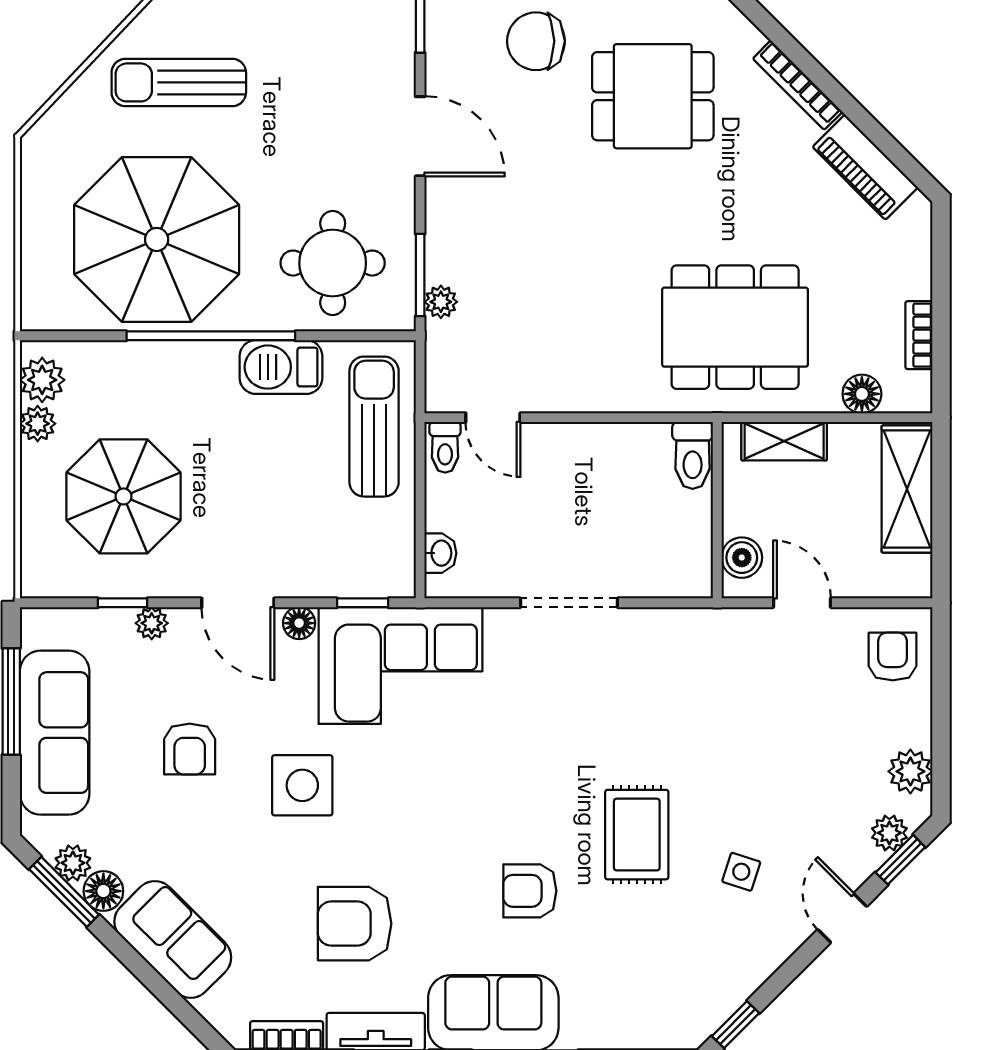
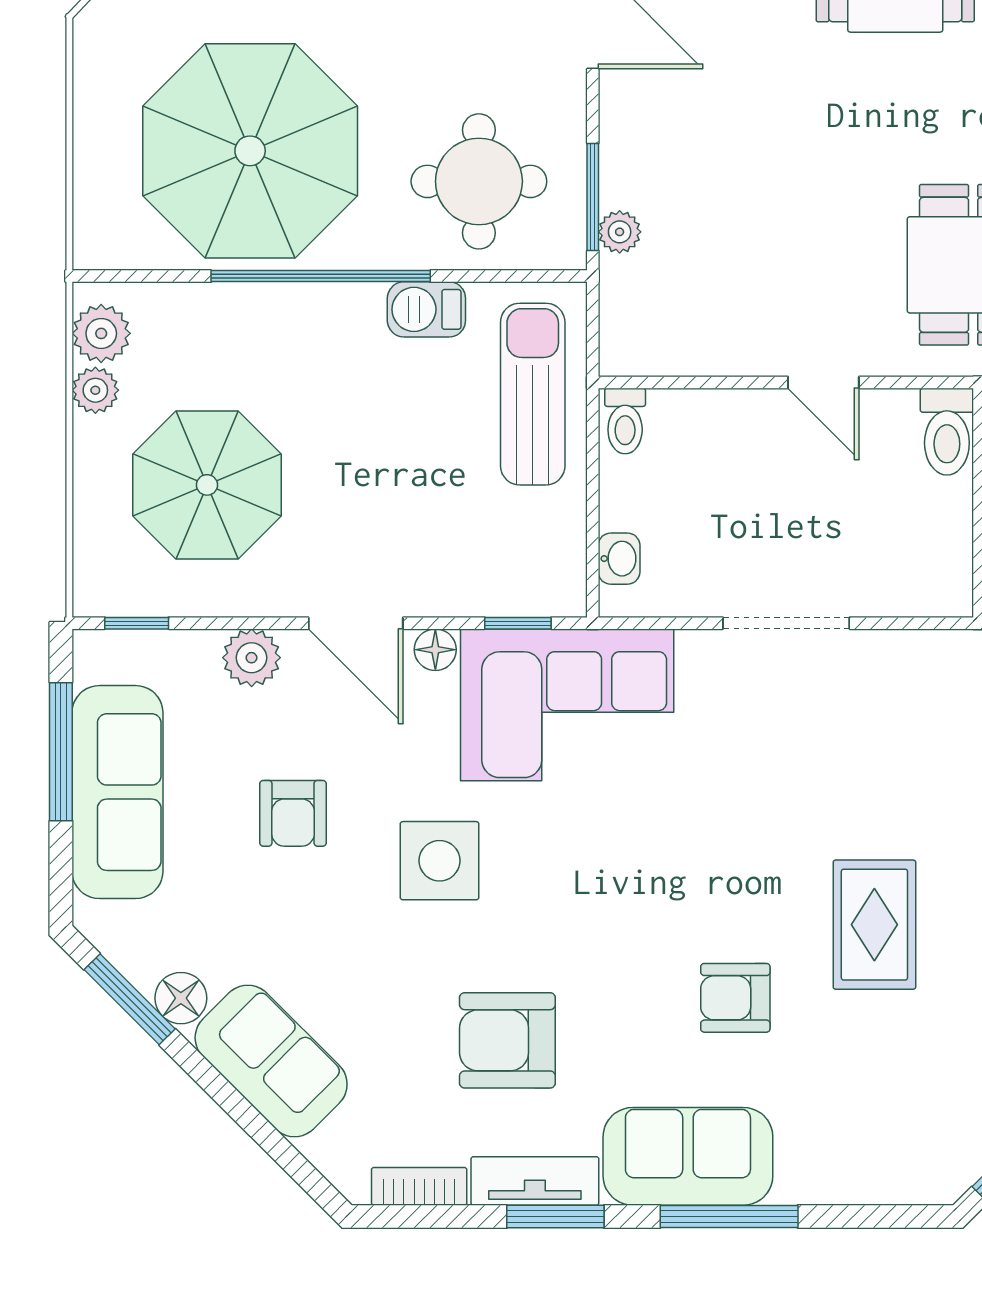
barbecue: (281, 367) -> (426, 309), width x0.73, depth x0.79
door: (493, 418) -> (823, 382), moved
window: (123, 603) -> (137, 623), moved
plant: (152, 623) -> (252, 658), width x1.38, depth x1.38
plant: (73, 863) -> (141, 962), removed

